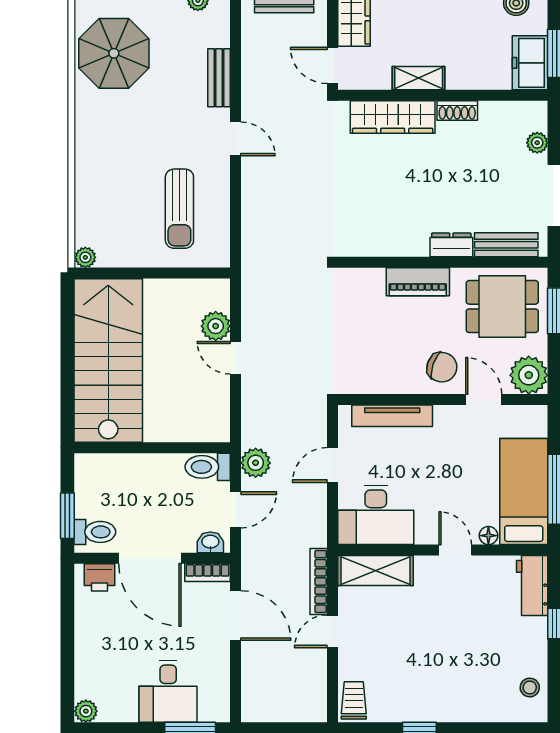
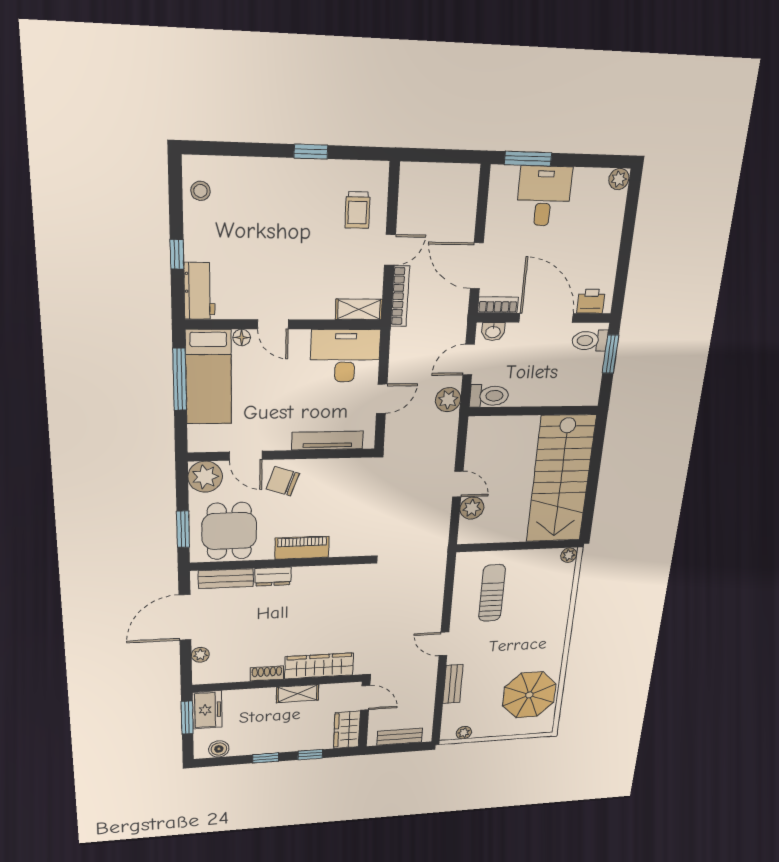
dining table: (502, 307) -> (229, 531), turned 90
shelving: (375, 571) -> (359, 309), width x0.67, depth x0.75
trolley: (354, 700) -> (358, 210), moved

